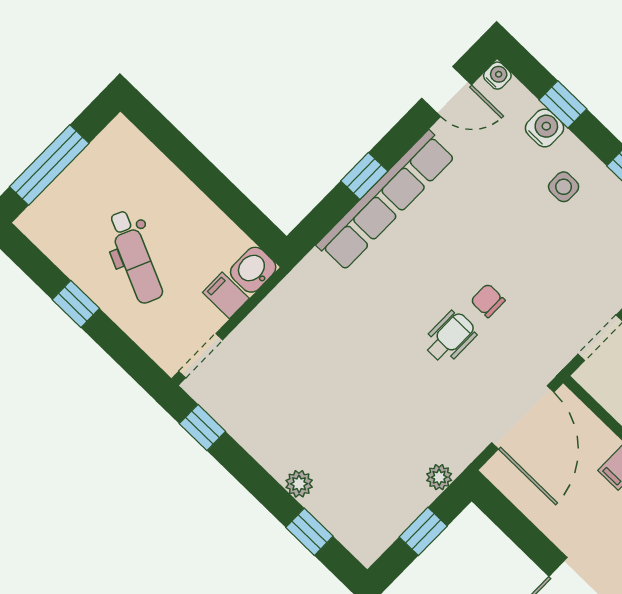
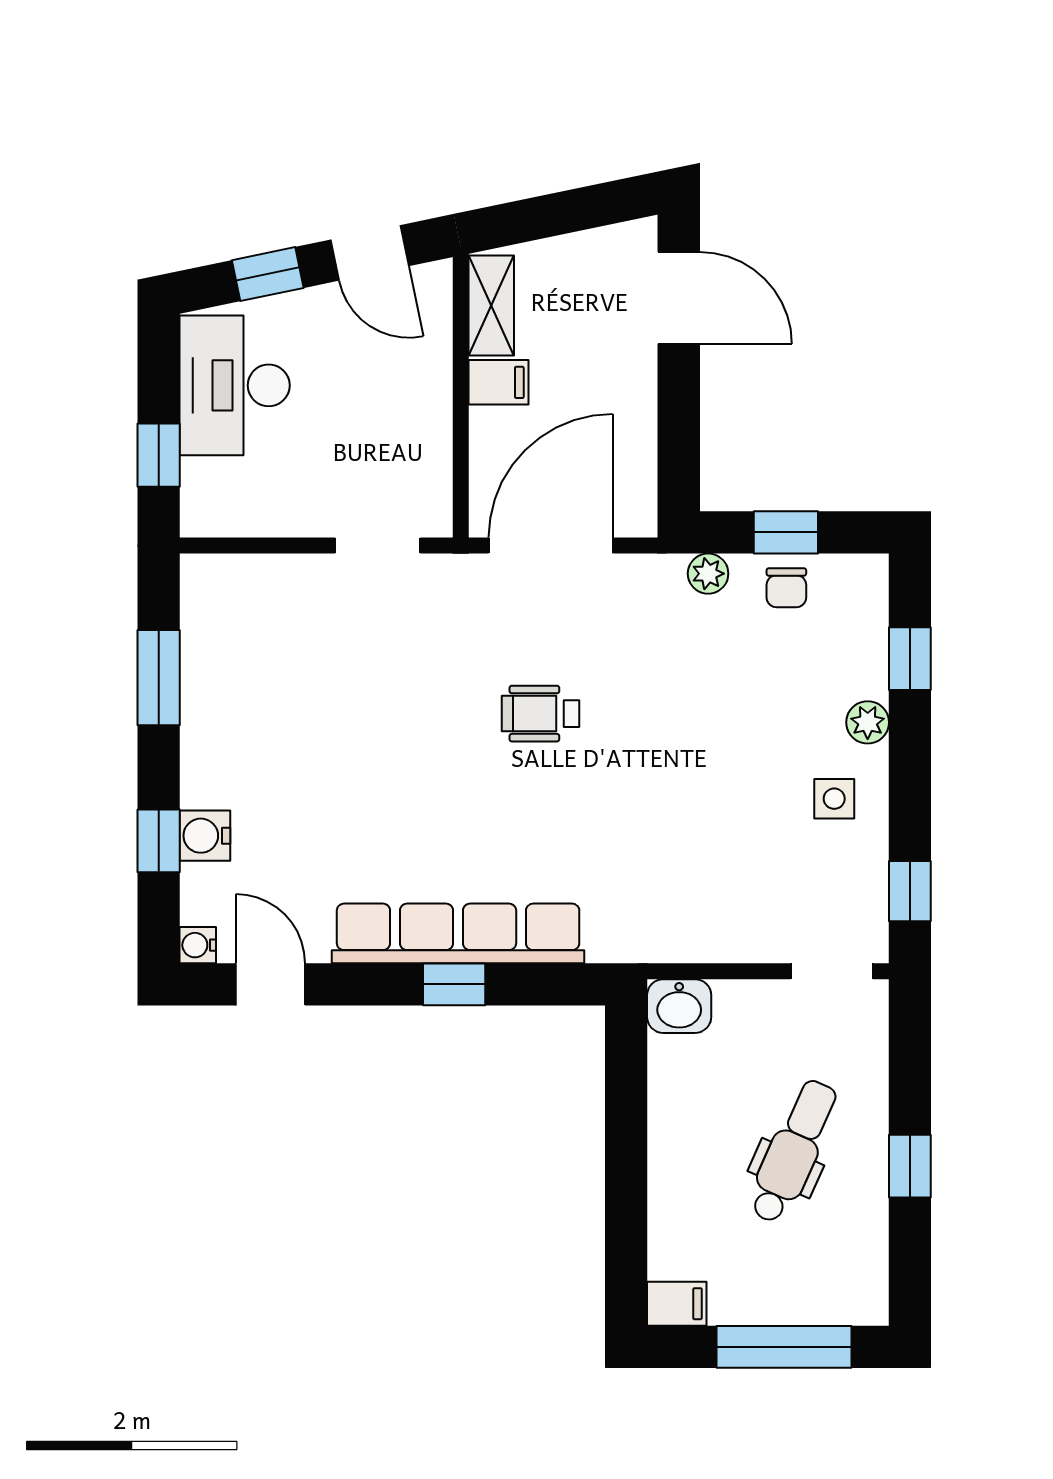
side table: (564, 187) -> (834, 799), moved
filing cabinet: (226, 295) -> (677, 1304), moved, turned -90
chair: (488, 301) -> (786, 588), moved

